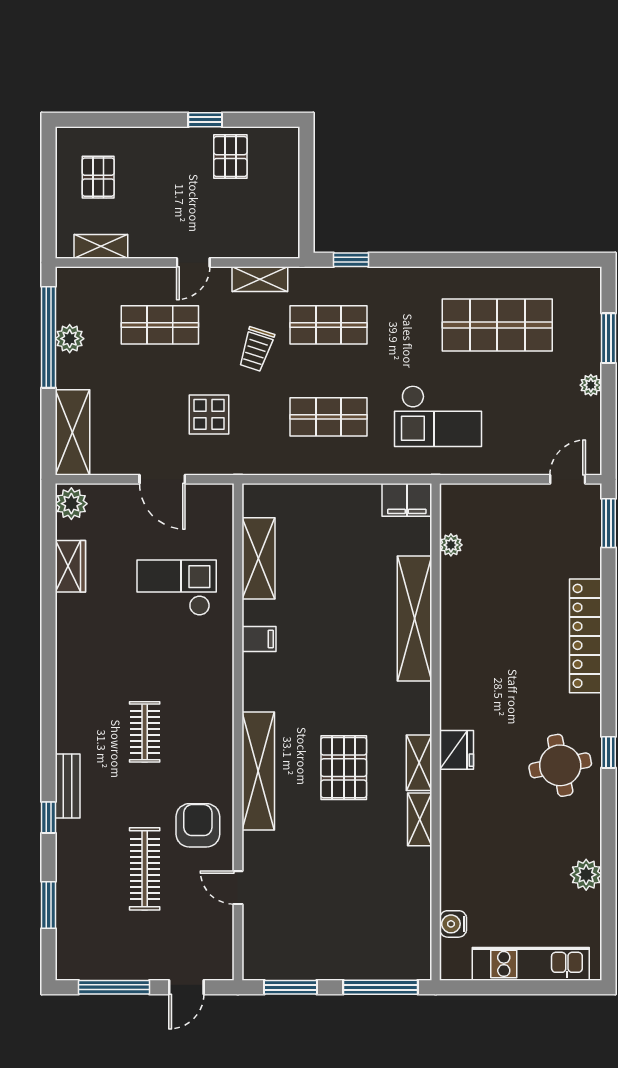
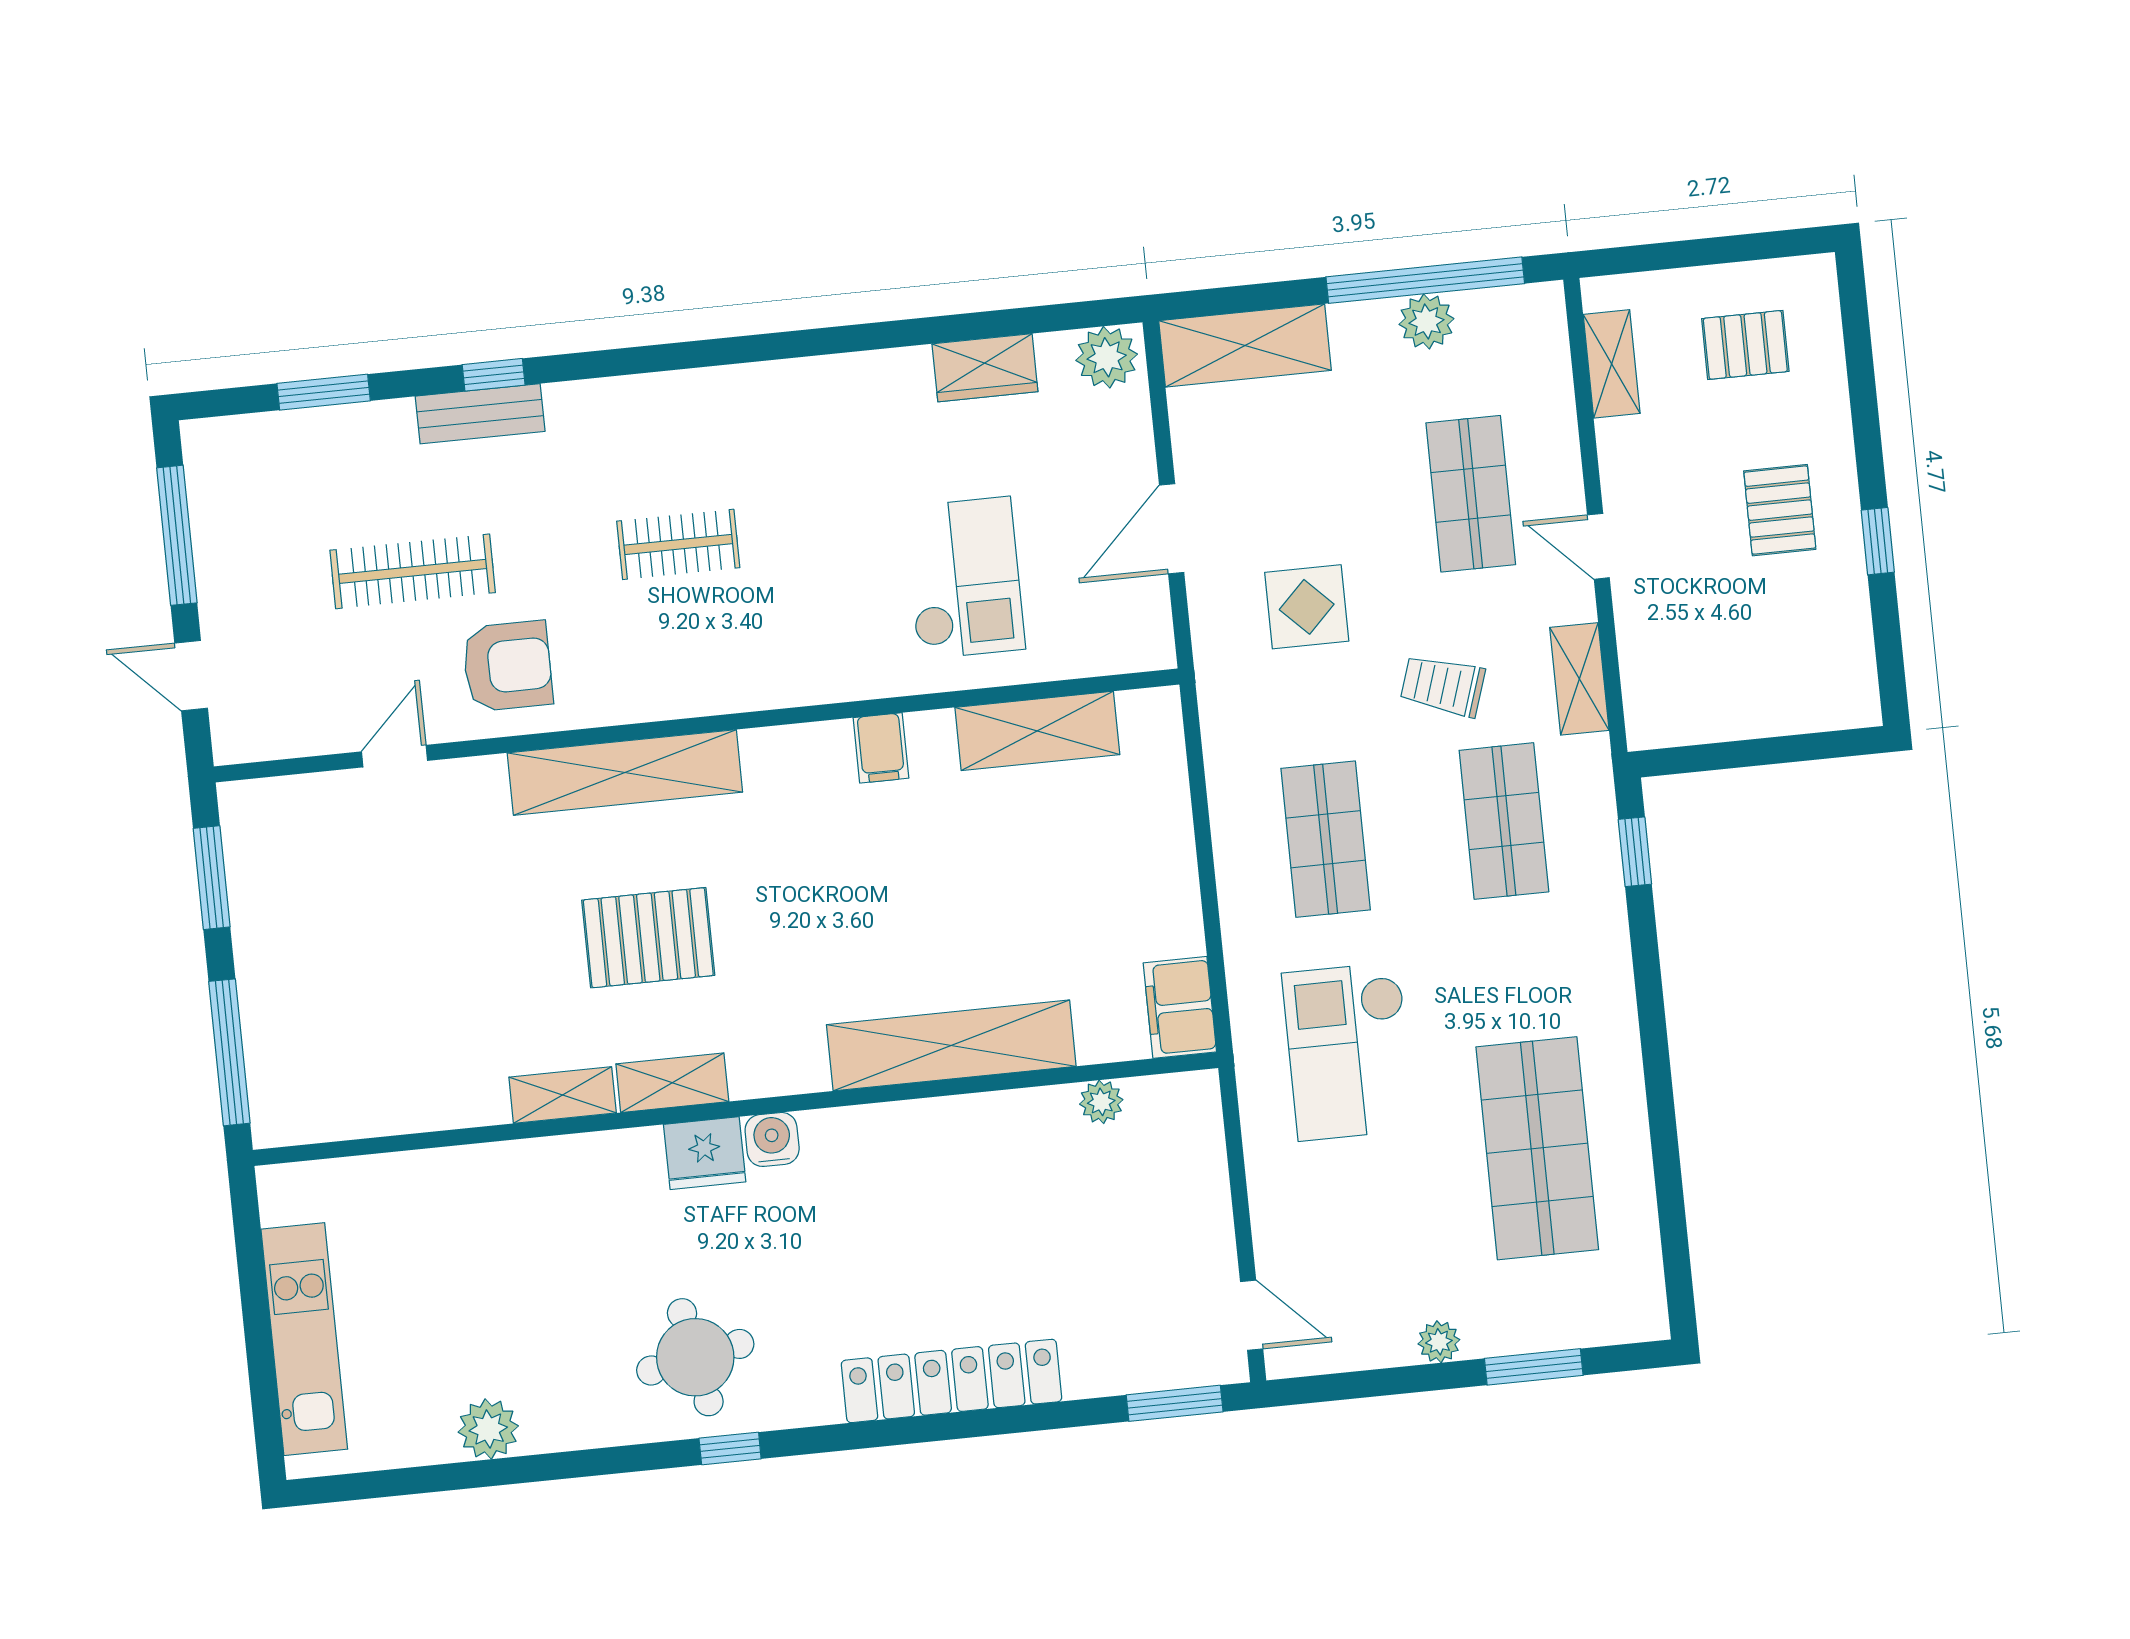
pallet: (230, 157) -> (1780, 510), moved, turned 90
bench: (68, 786) -> (480, 414), moved
water cooler: (453, 924) -> (772, 1139), moved

